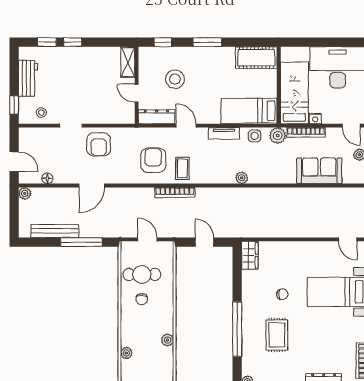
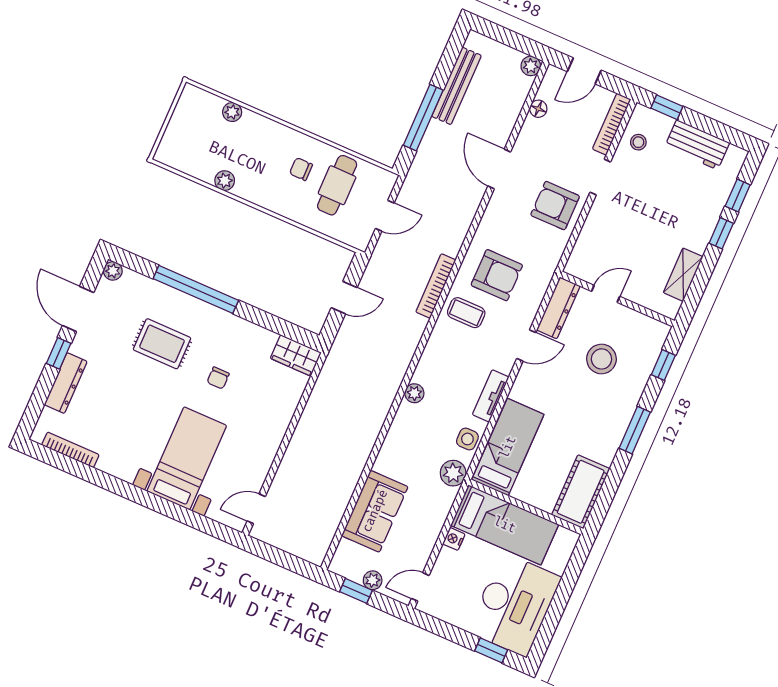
shelving: (128, 62) -> (683, 275), moved, turned 90
bookcase: (306, 132) -> (612, 124), moved

